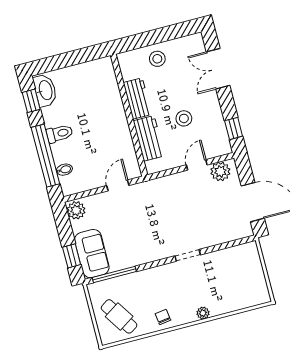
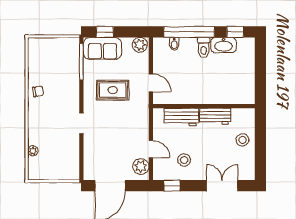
washbasin: (45, 90) -> (224, 45), moved
stool: (184, 118) -> (184, 160), moved
rug: (138, 229) -> (113, 90), added
plant: (203, 313) -> (33, 151), moved
cafe table: (119, 316) -> (47, 57), removed

